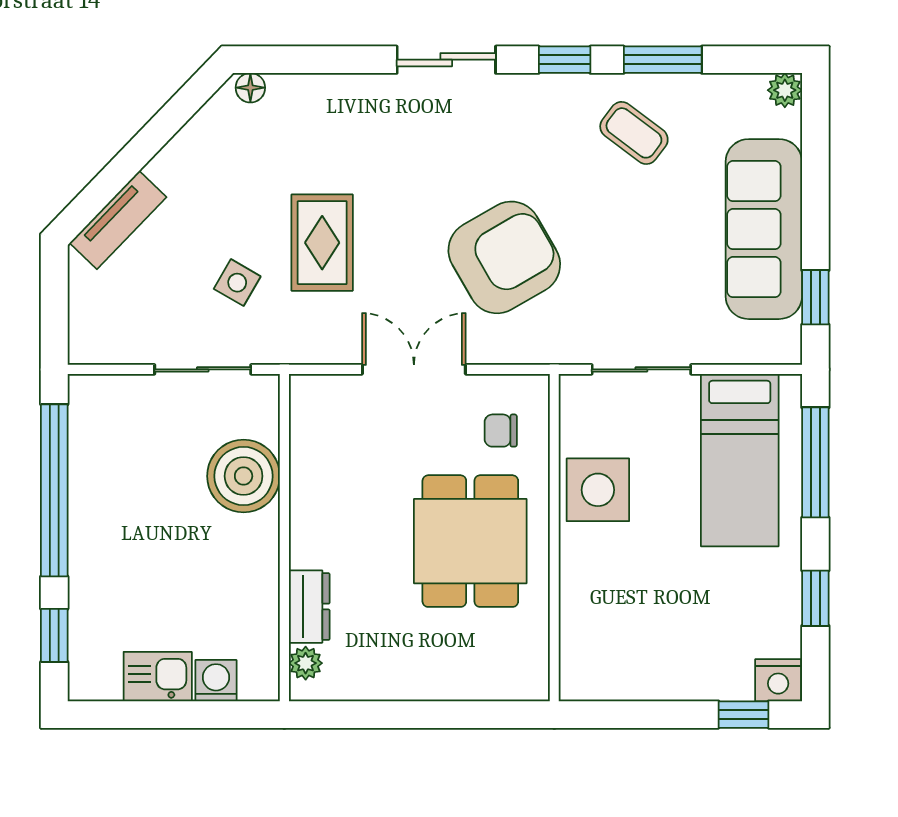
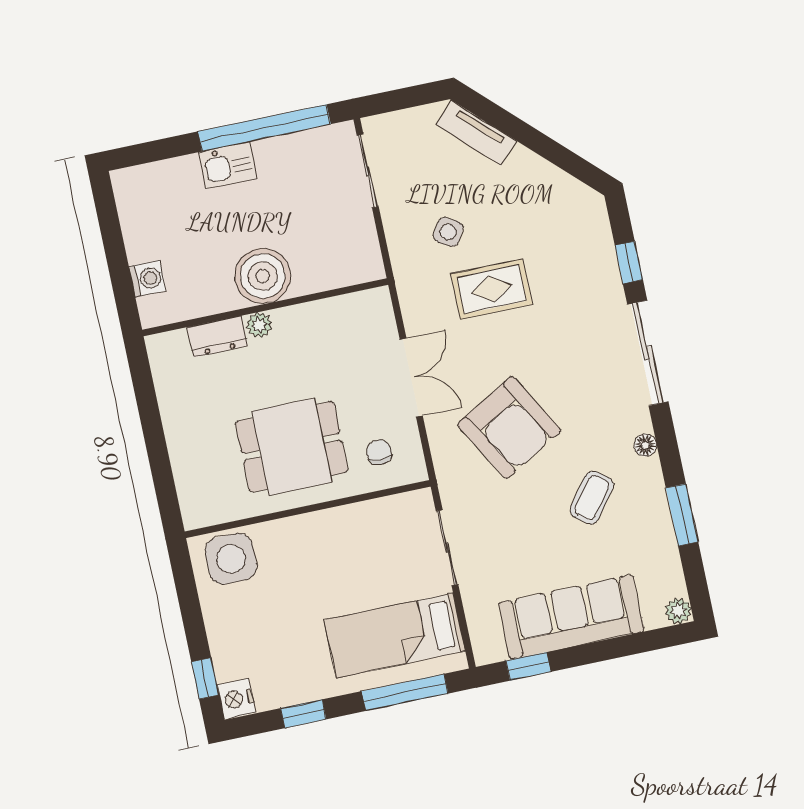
sliding door: (446, 60) -> (648, 353), width x1.37
window: (565, 60) -> (629, 263), moved
floor lamp: (250, 88) -> (645, 445), moved
coffee table: (634, 133) -> (592, 498), moved
sliding door: (203, 369) -> (368, 171), moved
boiler: (244, 476) -> (263, 276), moved
side table: (598, 490) -> (231, 559), moved
window: (54, 635) -> (156, 151), removed
plant: (306, 663) -> (259, 325), moved
kitchen sink: (158, 677) -> (228, 165), moved, turned 90

